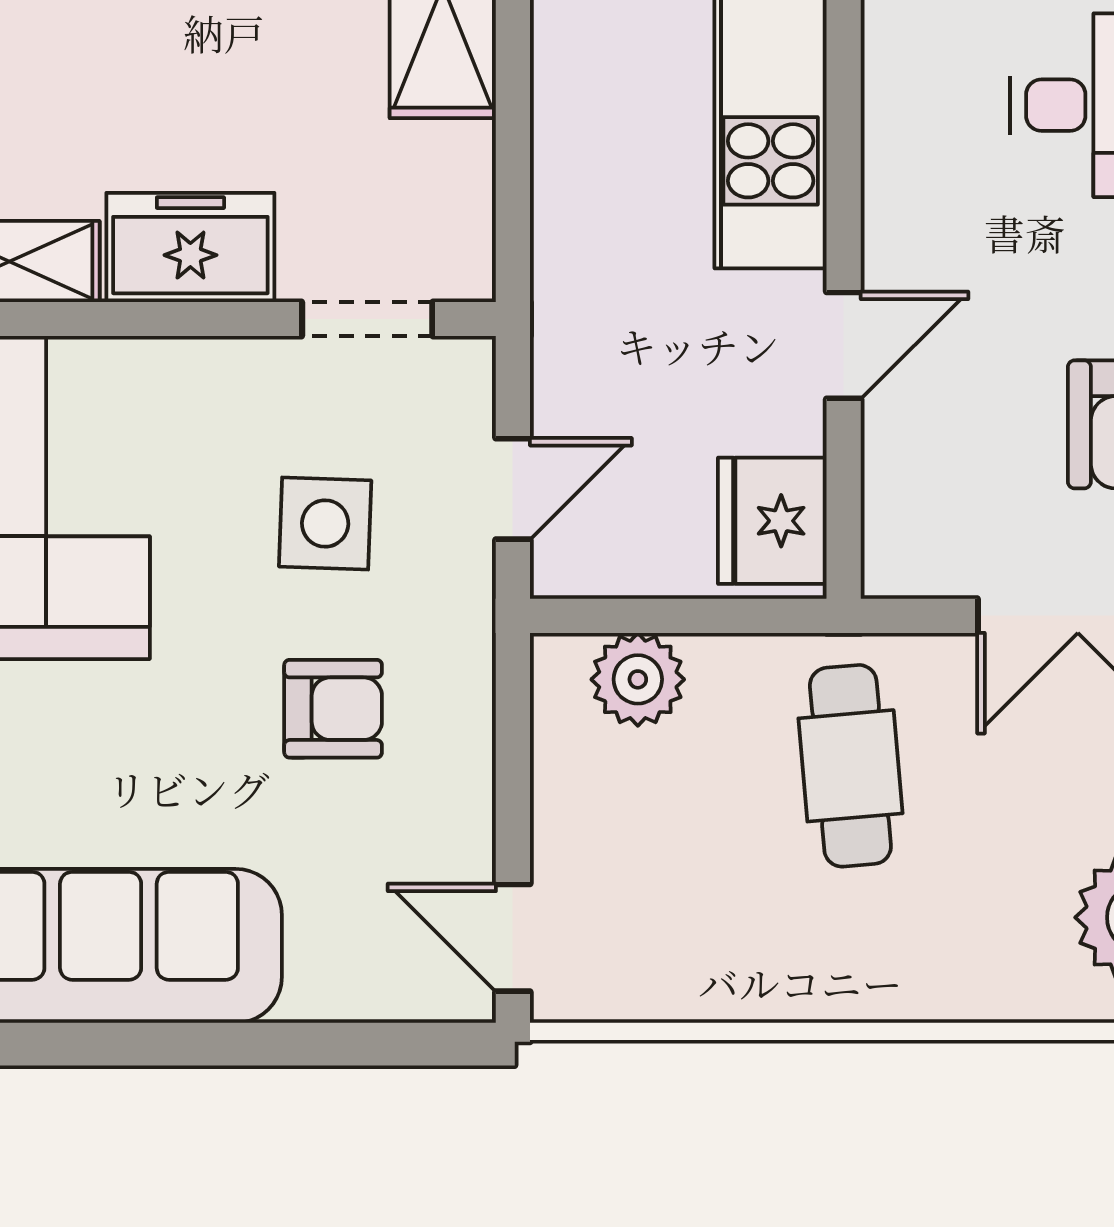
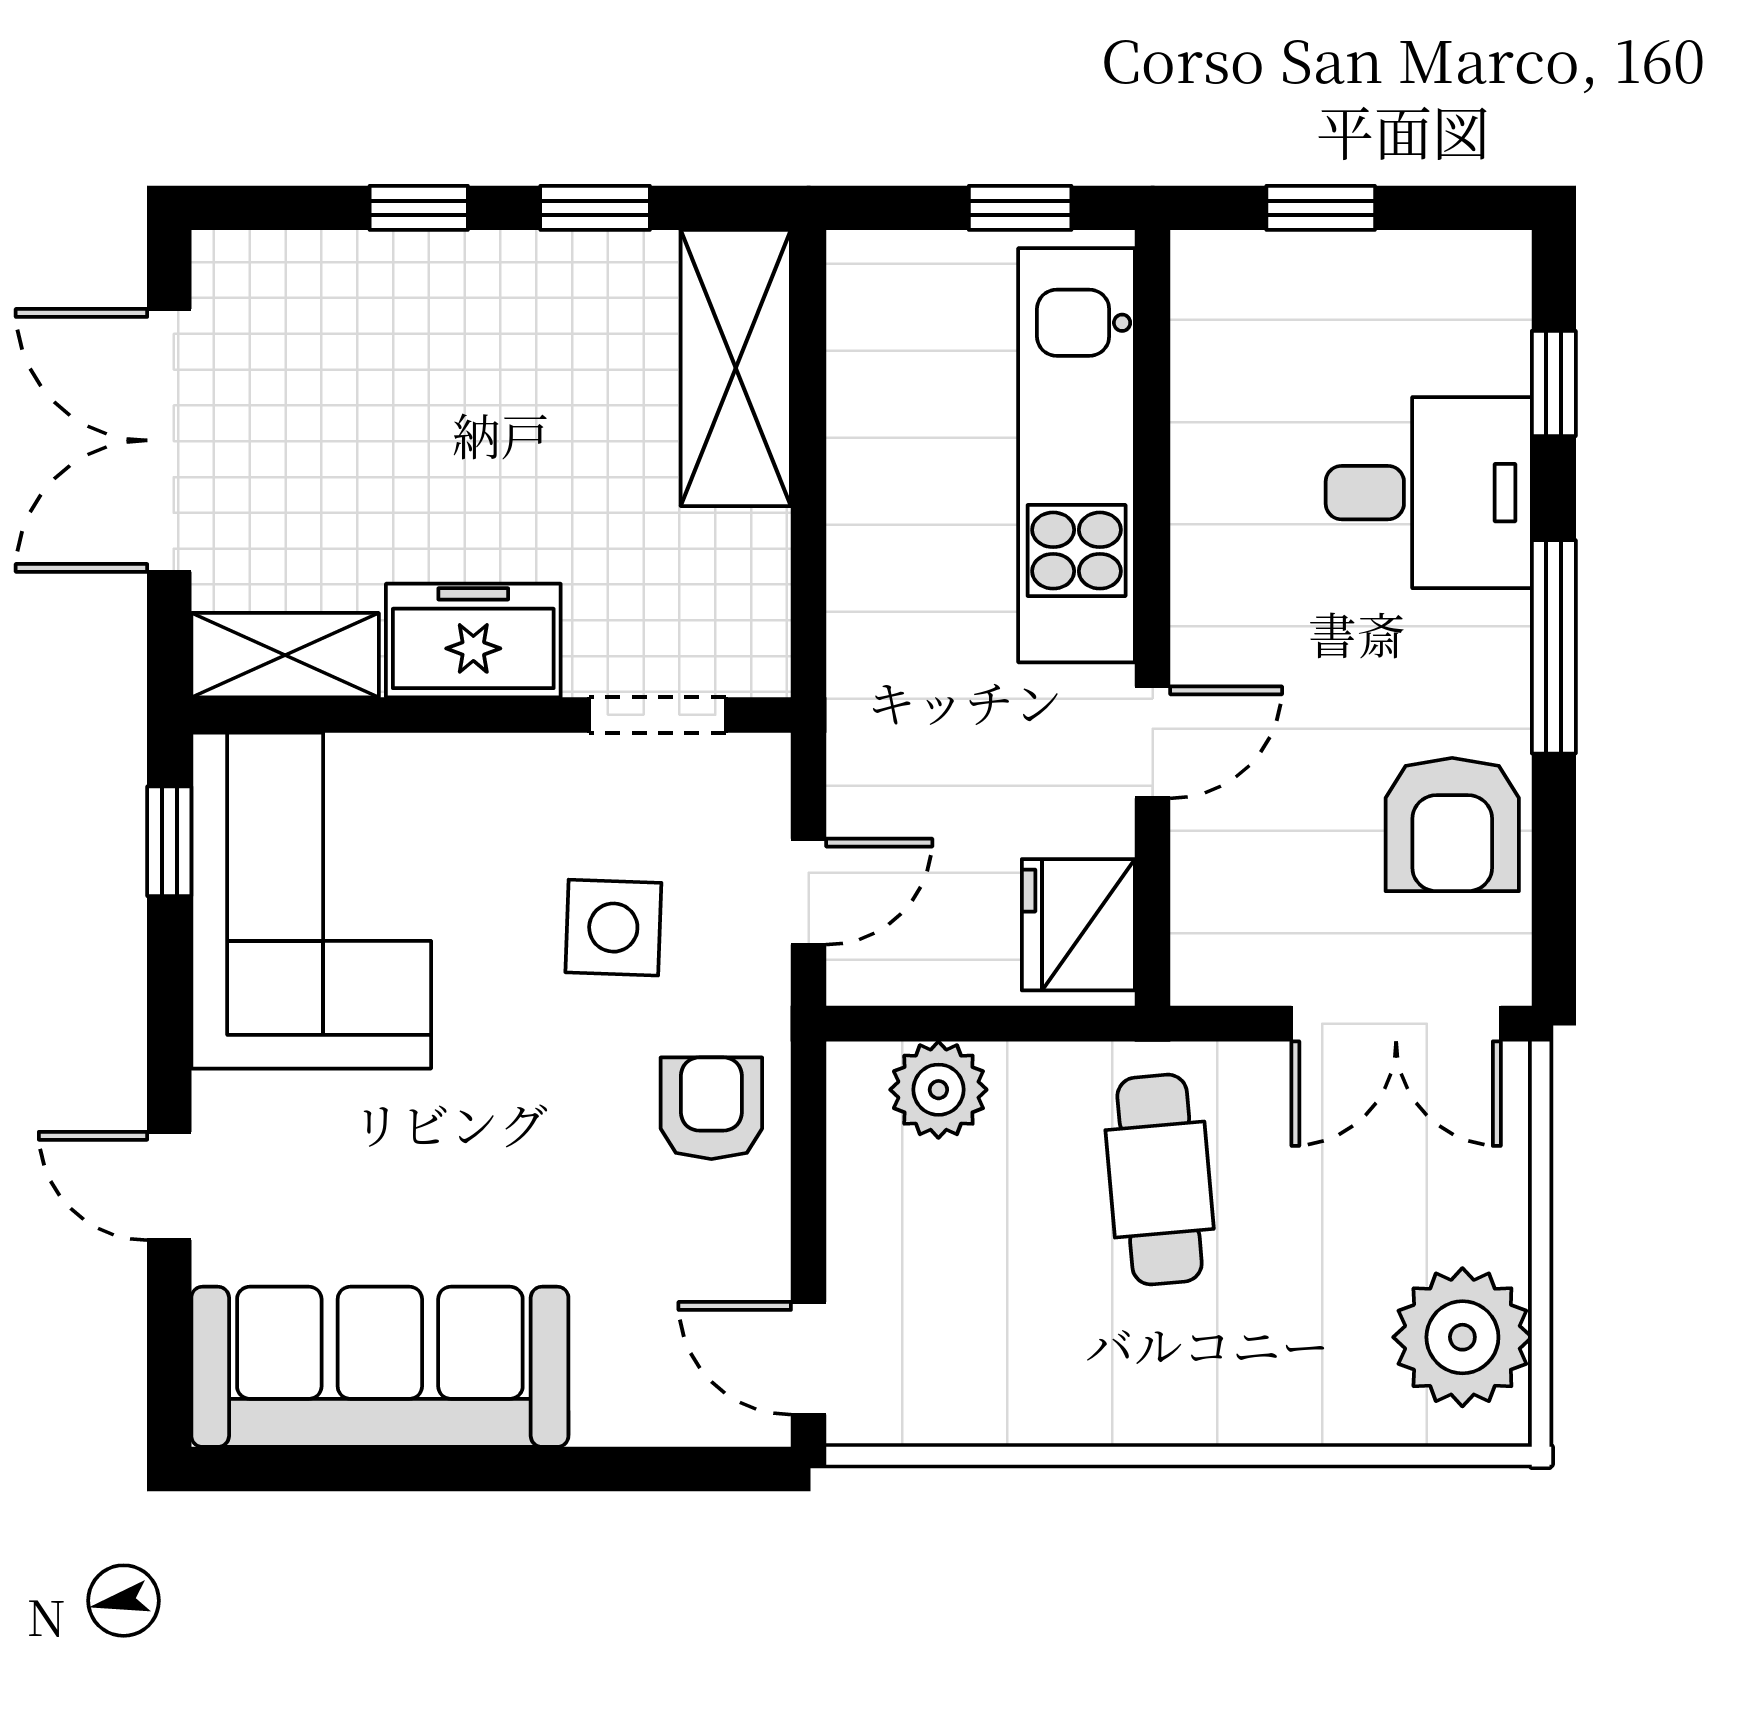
armchair: (333, 709) -> (711, 1108), moved, turned -90

